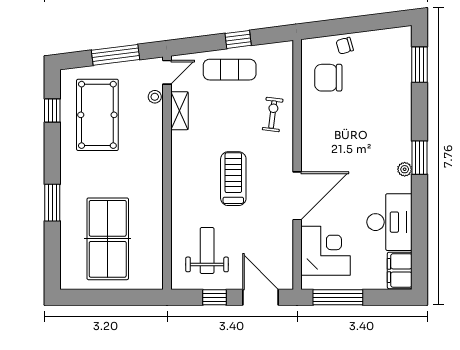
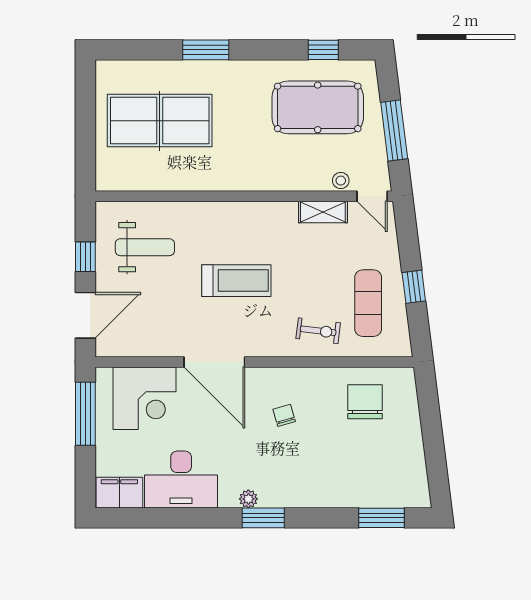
chair: (345, 46) -> (284, 415), moved
exercise mat: (230, 70) -> (368, 303), moved

